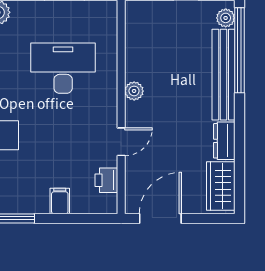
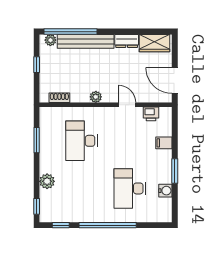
shoe rack: (133, 32) -> (59, 98), added

